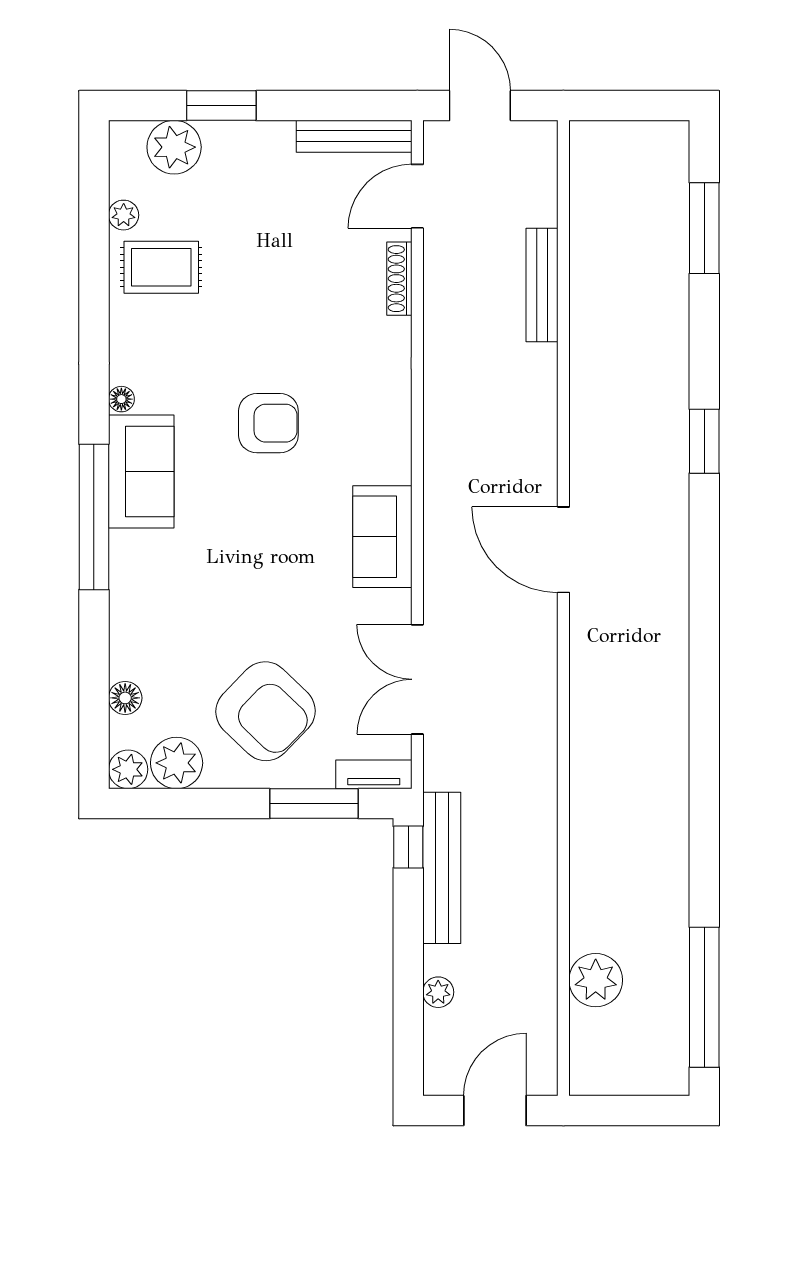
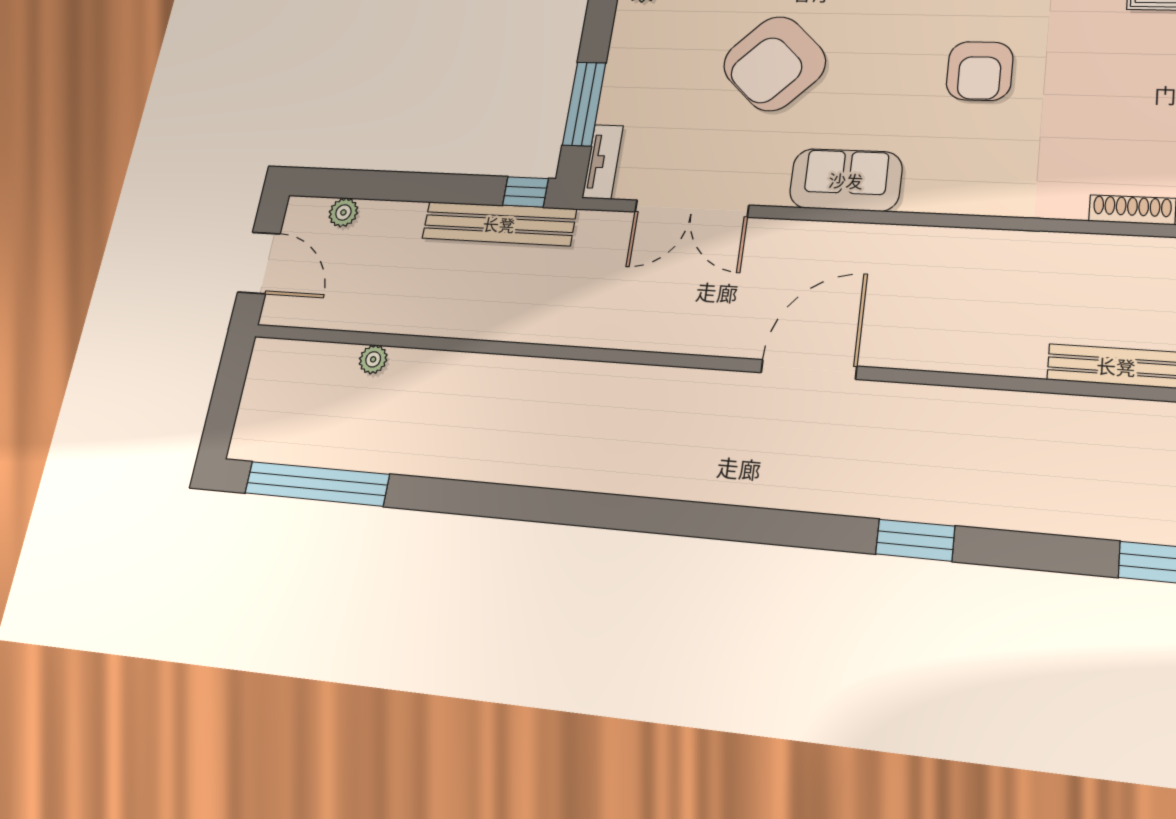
double door: (417, 679) -> (692, 209), swing flipped
armchair: (266, 711) -> (775, 63), moved
plant: (596, 980) -> (373, 359), width x0.53, depth x0.53
plant: (438, 992) -> (343, 212), moved

